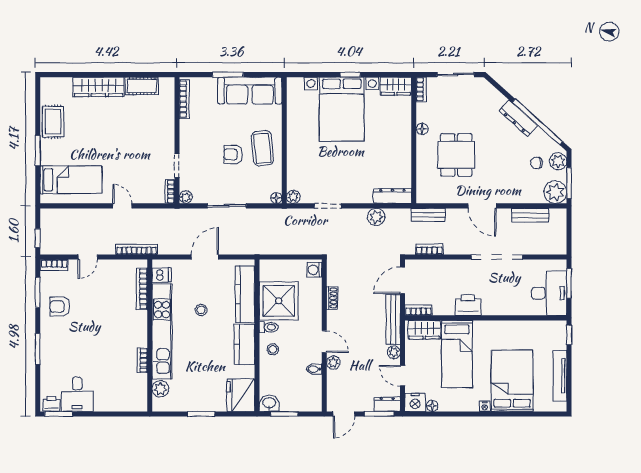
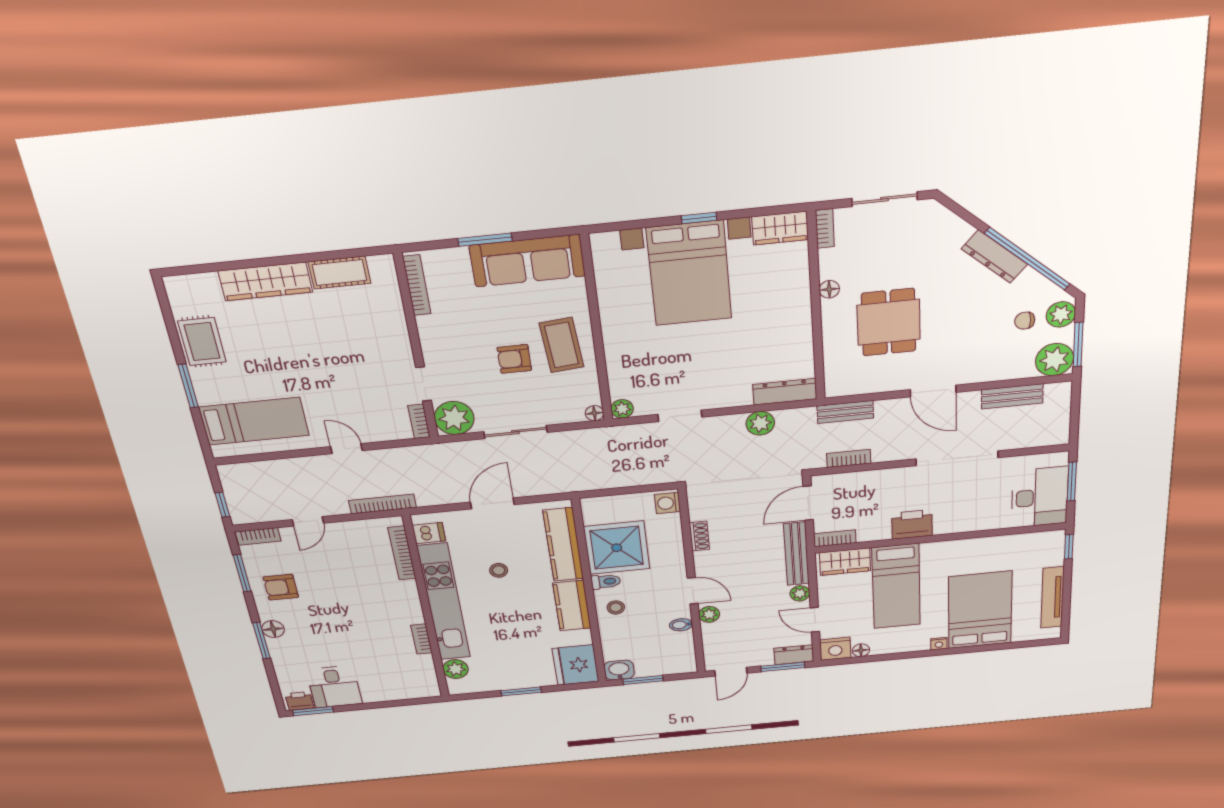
plant: (186, 197) -> (454, 418), width x1.88, depth x1.88
floor lamp: (47, 340) -> (273, 629), added

